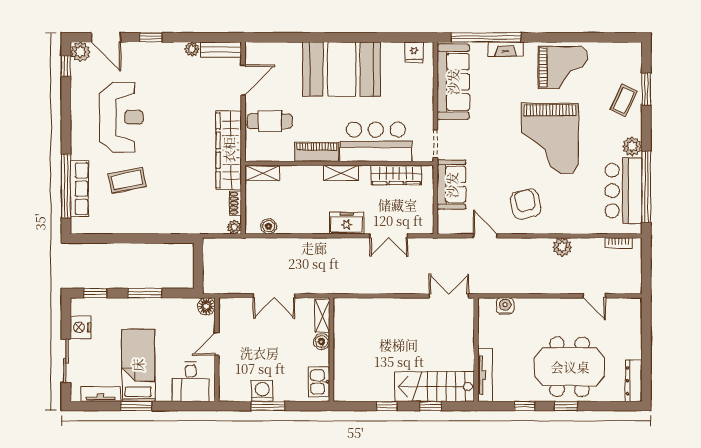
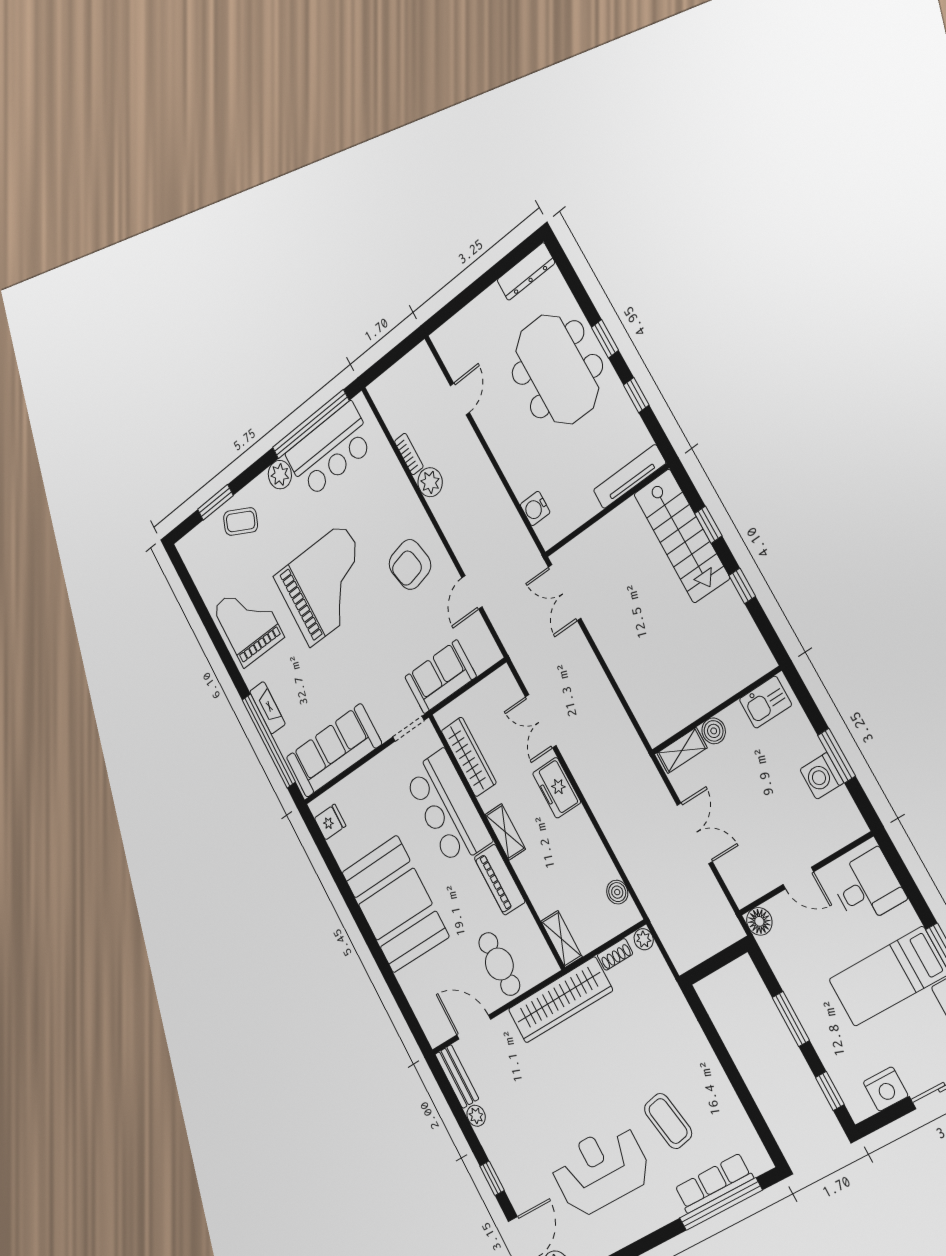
double door: (389, 236) -> (541, 721), swing flipped
bookcase: (619, 243) -> (409, 454), moved

